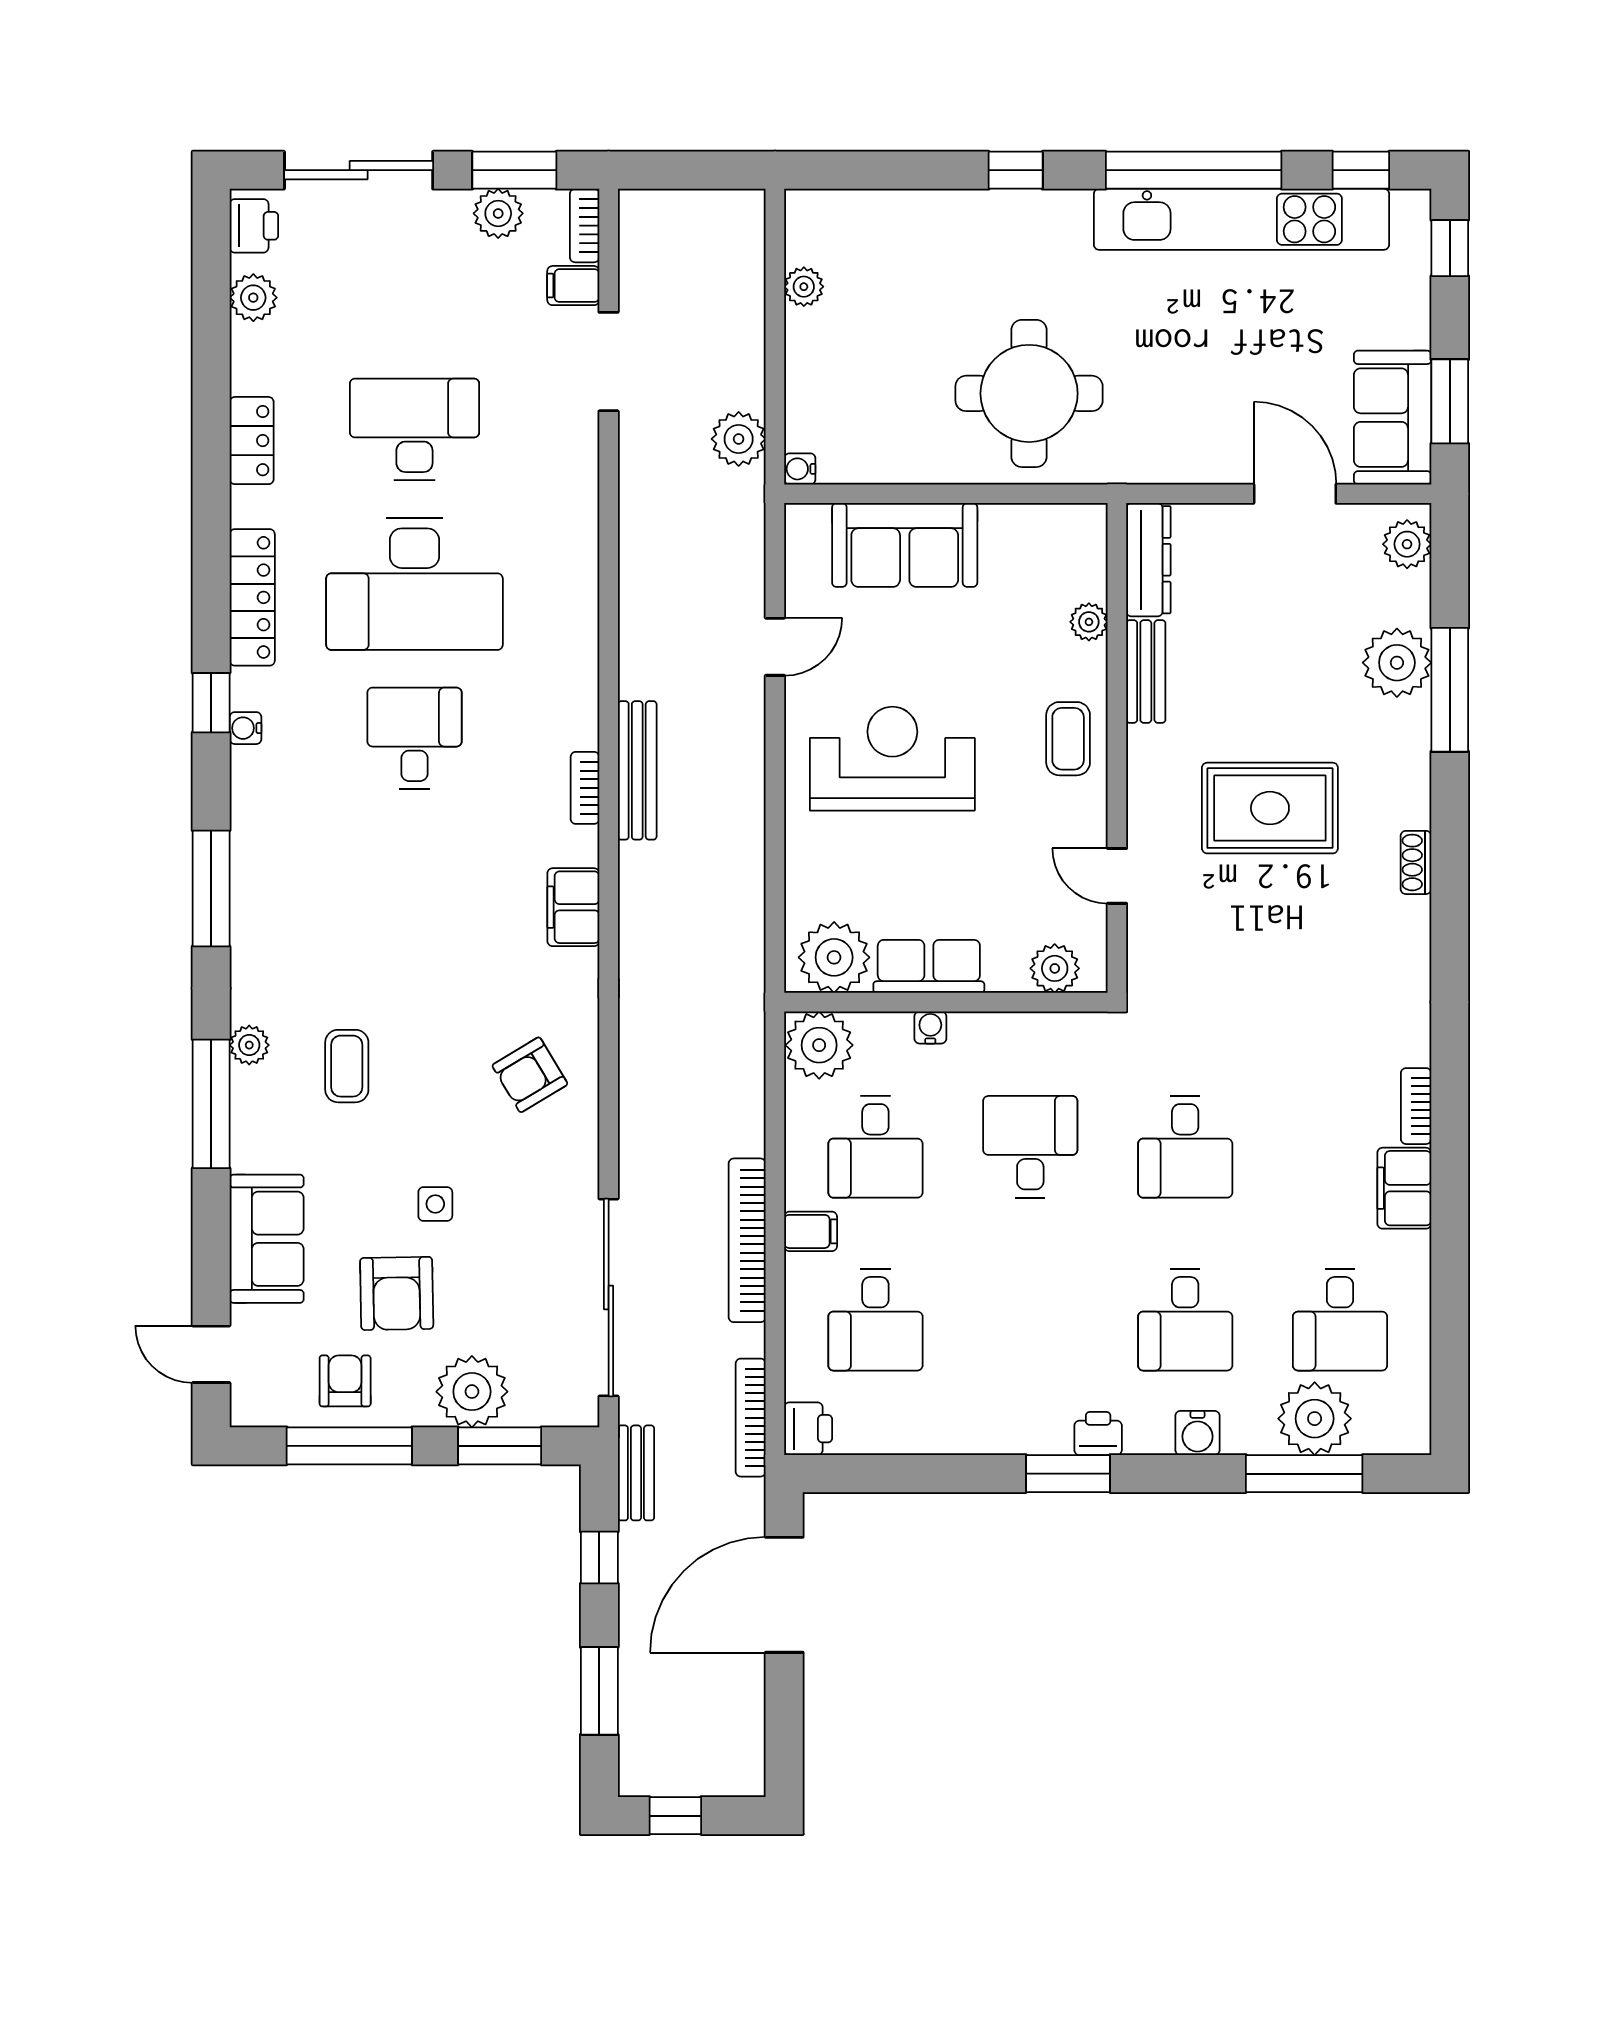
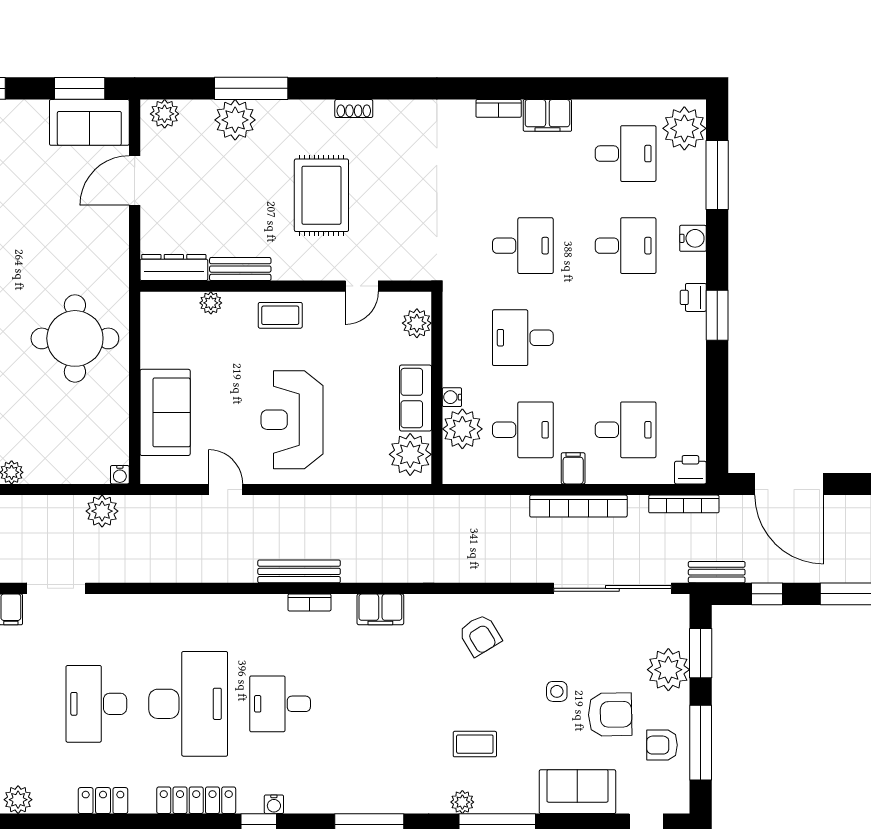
plant: (819, 1045) -> (462, 429), moved
plant: (1315, 1419) -> (684, 128), moved

